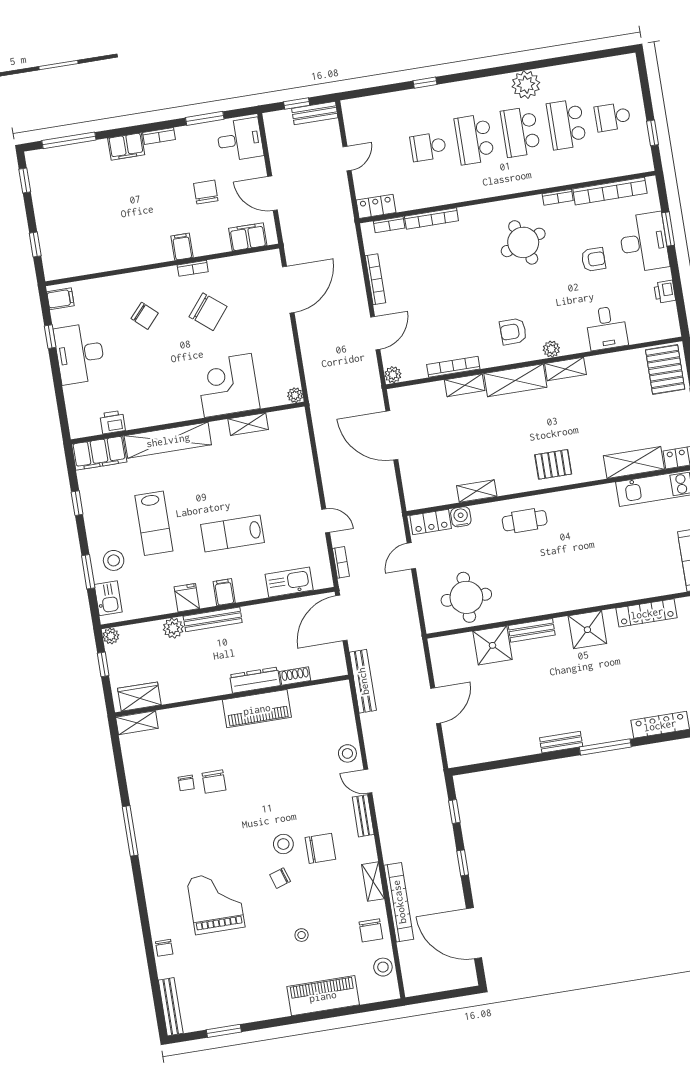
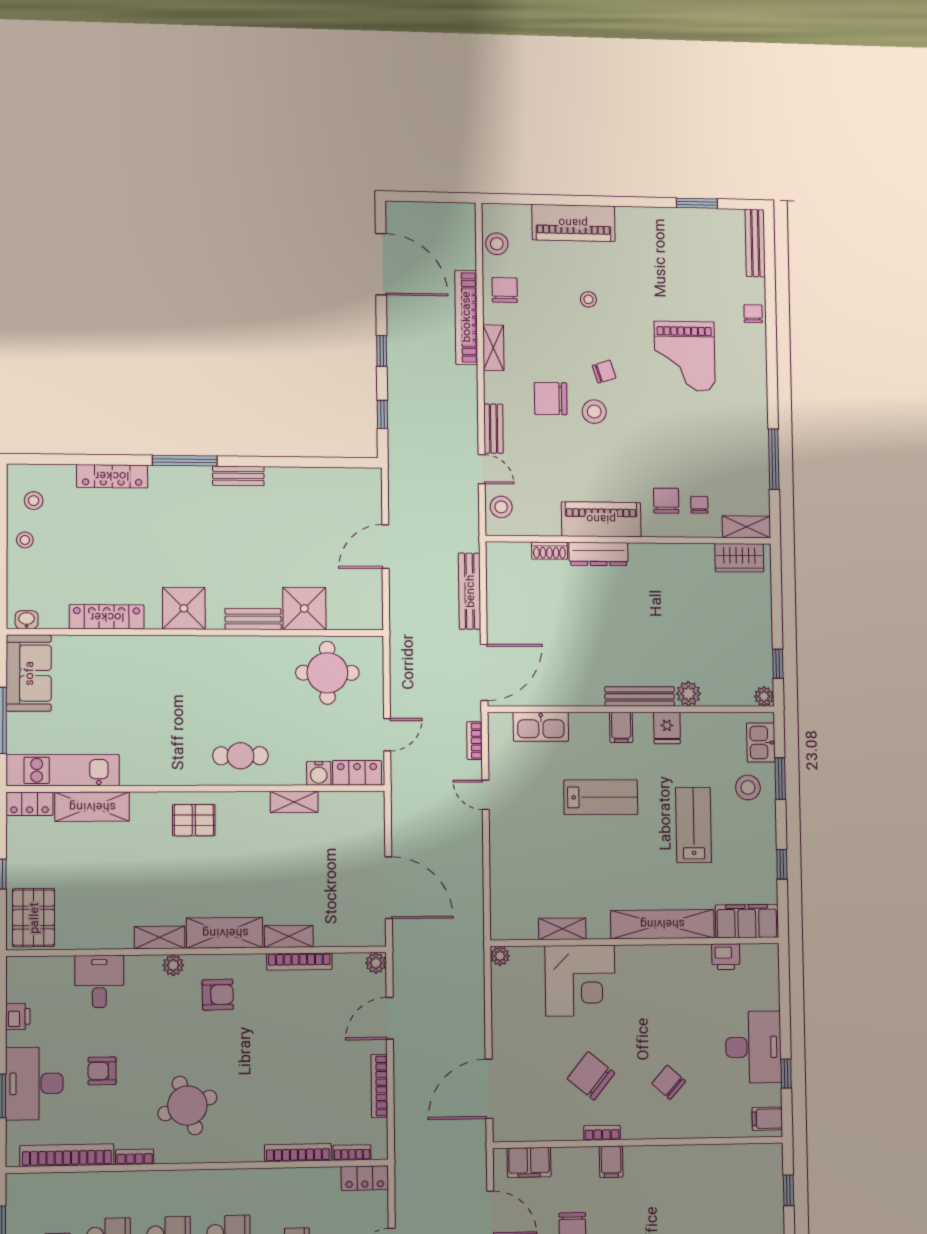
shoe rack: (295, 676) -> (549, 551), moved
dresser: (255, 680) -> (599, 554), moved
wall: (232, 696) -> (629, 540), moved
wardrobe: (139, 697) -> (739, 558), moved
piano: (257, 709) -> (601, 519), moved
shelving: (137, 723) -> (746, 527), moved

